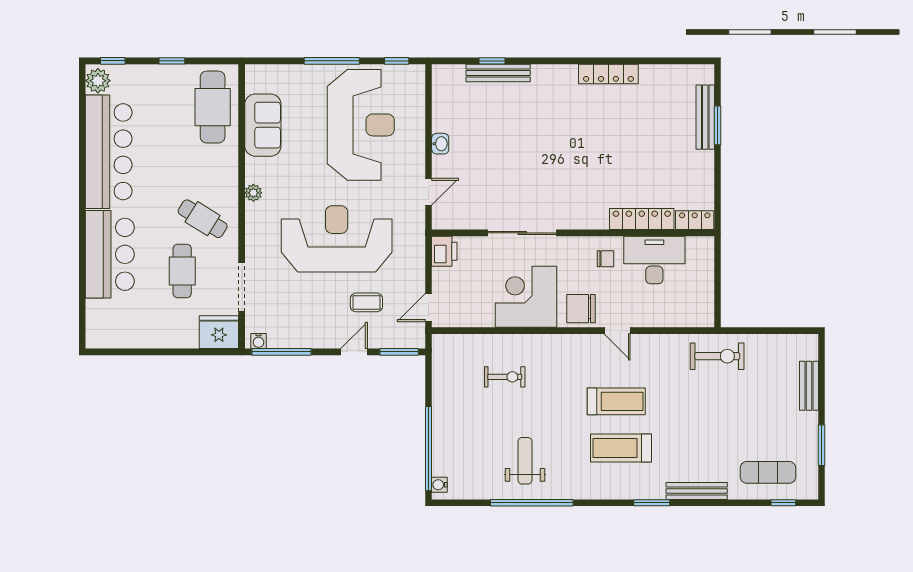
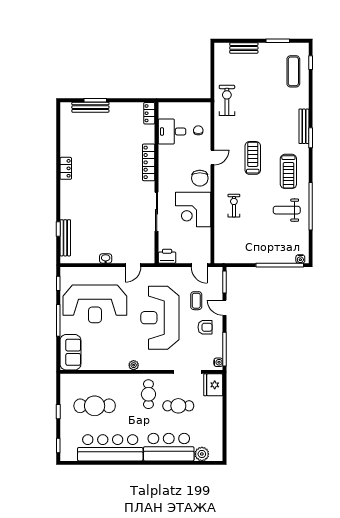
bench: (498, 73) -> (65, 238), moved
locker: (608, 74) -> (66, 168), width x0.66
plant: (98, 81) -> (202, 454), moved
cafe table: (213, 107) -> (95, 406), moved
sofa: (263, 125) -> (70, 352), moved, turned 90
reception desk: (361, 125) -> (95, 304), turned 180
door: (429, 192) -> (133, 265), swing flipped
cafe table: (203, 219) -> (148, 394), turned -32
locker: (642, 219) -> (149, 162), moved
chair: (605, 259) -> (198, 130), moved
desk: (654, 260) -> (172, 132), width x0.73
armchair: (320, 318) -> (205, 327), added
exercise bike: (505, 377) -> (234, 206), moved
treadmill: (621, 448) -> (288, 171), moved
bench: (697, 491) -> (304, 126), moved

